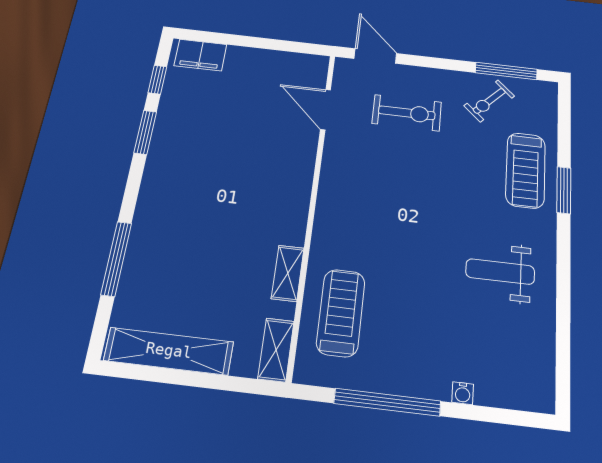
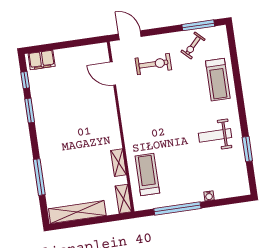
window: (564, 190) -> (247, 149), moved

